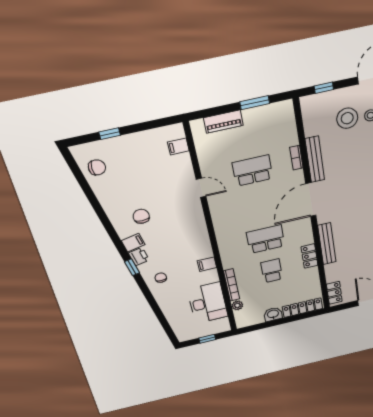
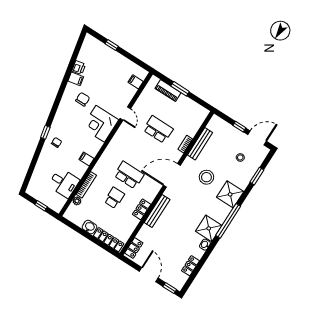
window: (324, 88) -> (239, 127), moved
window: (255, 103) -> (180, 89), moved
stool: (347, 118) -> (206, 177), moved
bench: (315, 159) -> (200, 144), moved
chair: (97, 167) -> (89, 55), removed
corner desk: (185, 221) -> (100, 124), added
filing cabinet: (133, 243) -> (76, 79), moved
printer: (139, 257) -> (79, 68), moved
window: (132, 267) -> (45, 132), moved
desk: (208, 303) -> (64, 183), width x0.73

